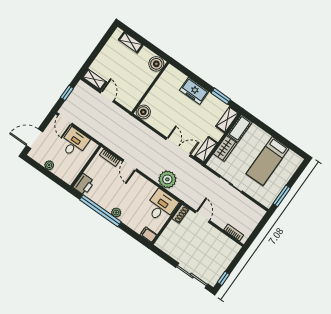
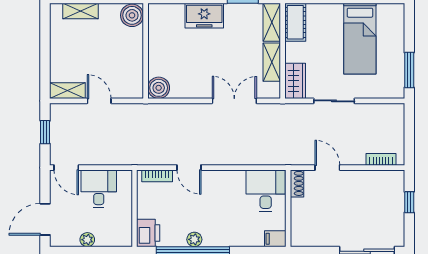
wardrobe: (225, 148) -> (295, 81), moved
shelving: (206, 150) -> (272, 62), moved
plant: (167, 179) -> (250, 152), removed
plant: (116, 212) -> (194, 239), moved
window: (223, 278) -> (409, 202), moved

